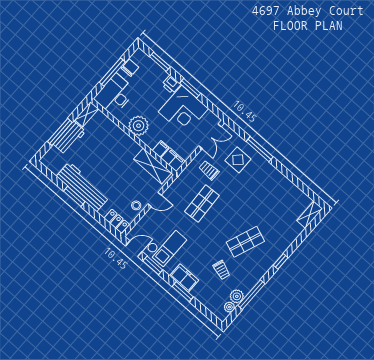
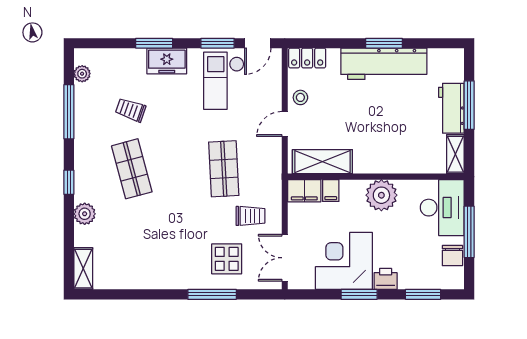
shop shelf: (245, 242) -> (132, 169), turned -36
plant: (237, 296) -> (85, 214), moved

